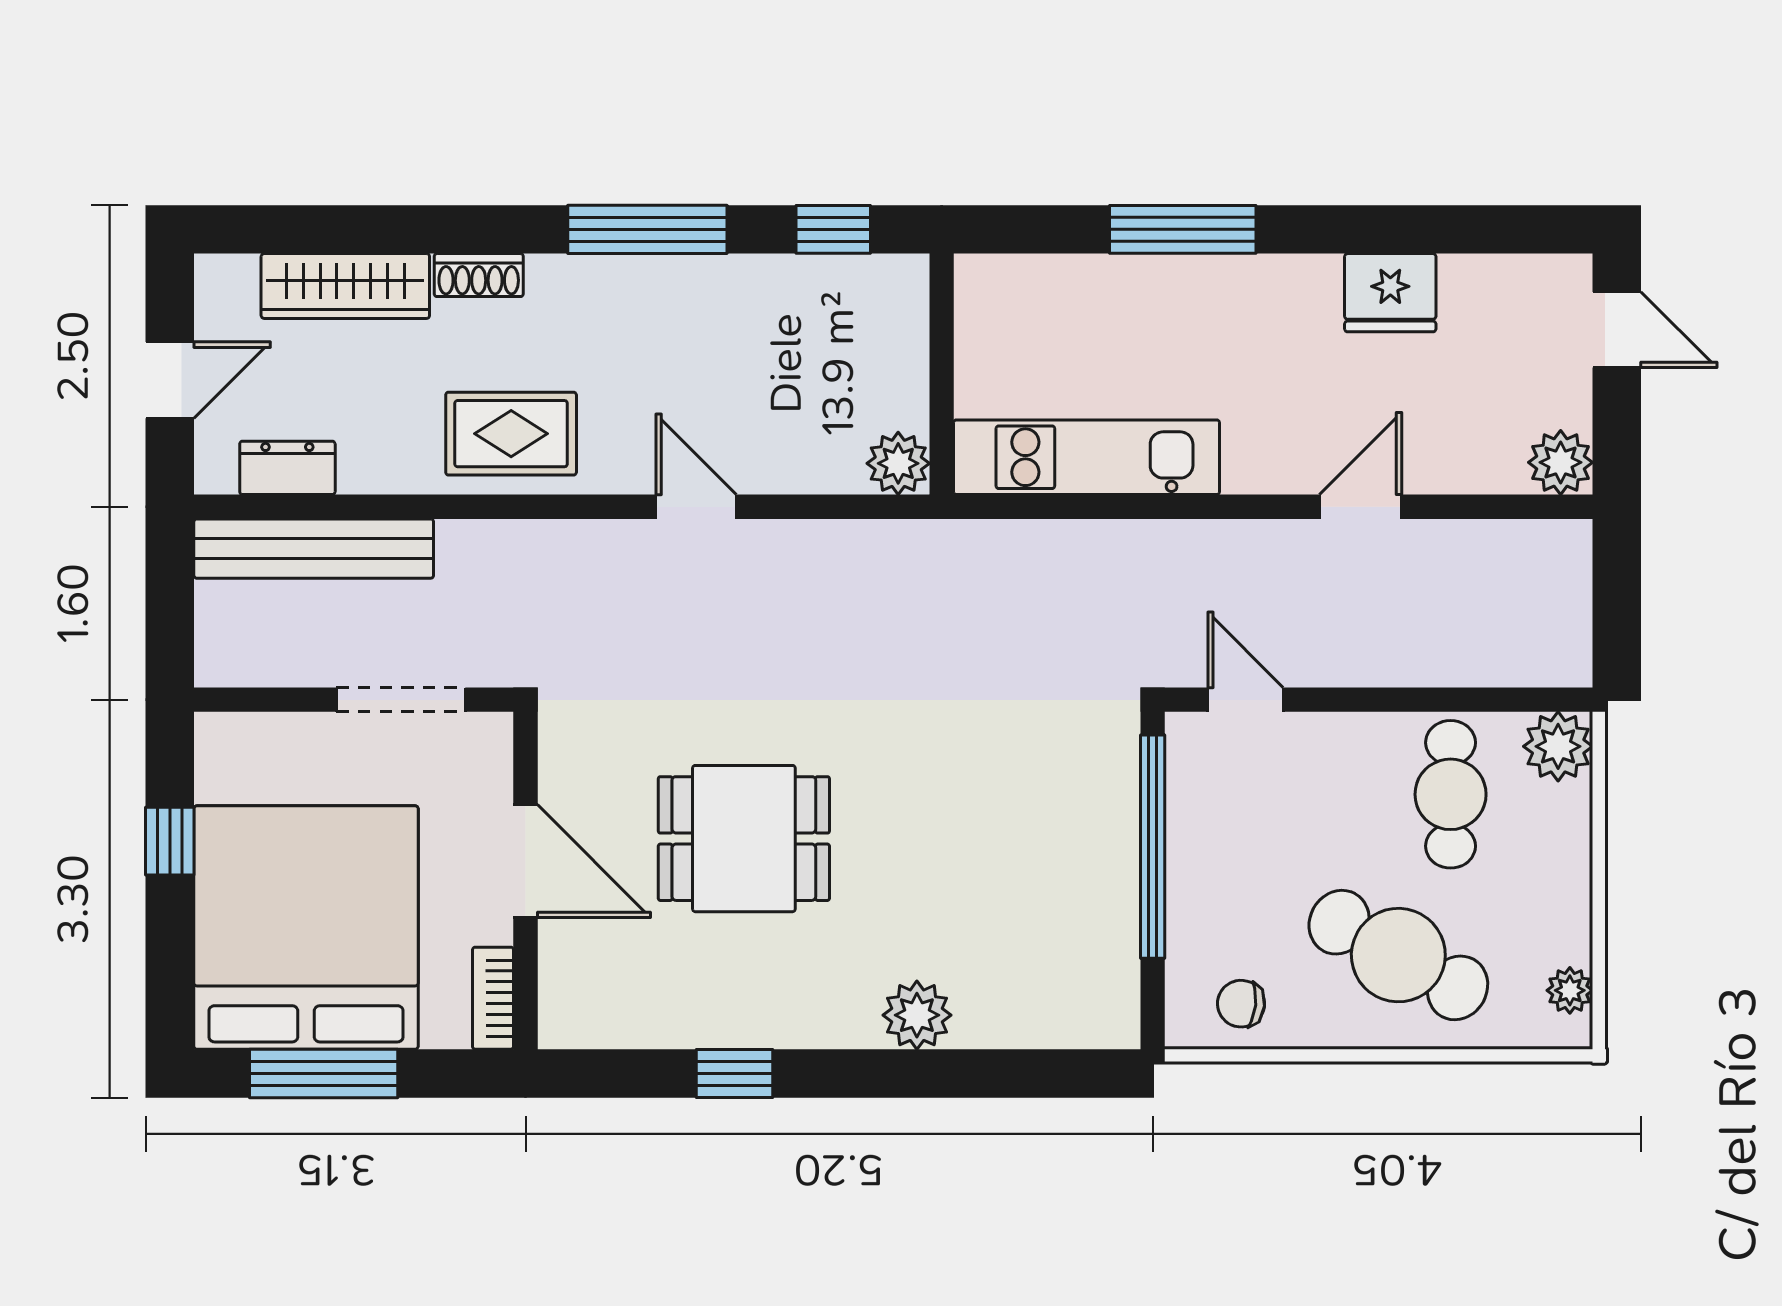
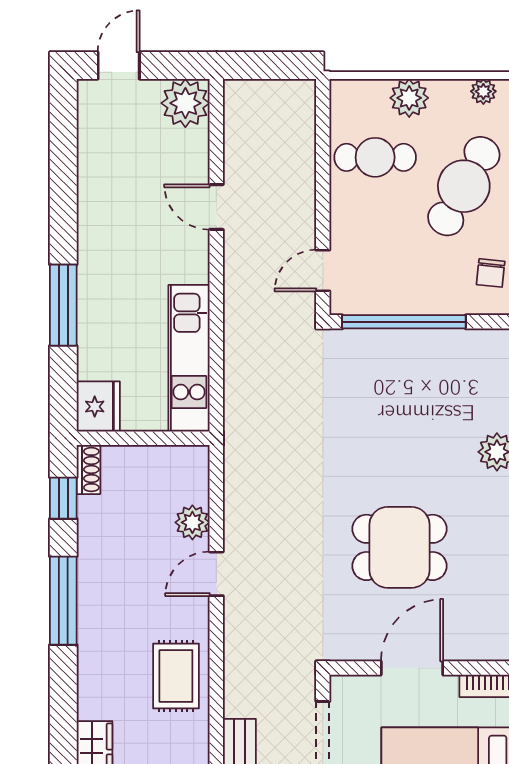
shoe rack: (479, 275) -> (88, 469), moved
fridge: (1390, 293) -> (98, 407), moved
plant: (1561, 462) -> (185, 103), width x1.36, depth x1.36
plant: (898, 463) -> (192, 522), moved
plant: (1558, 746) -> (409, 98), moved
dining table: (744, 839) -> (400, 547), turned 90

